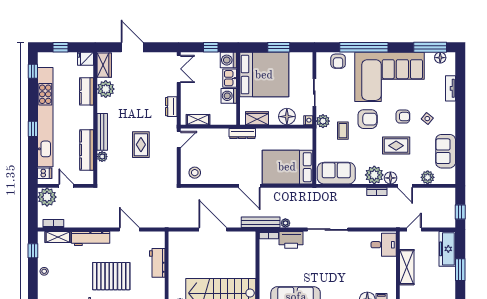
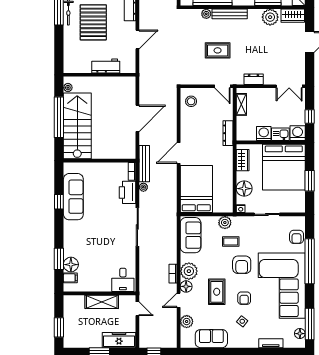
armchair: (338, 61) -> (297, 237), turned -90
plant: (323, 121) -> (225, 223), moved
dresser: (242, 134) -> (228, 133), moved

